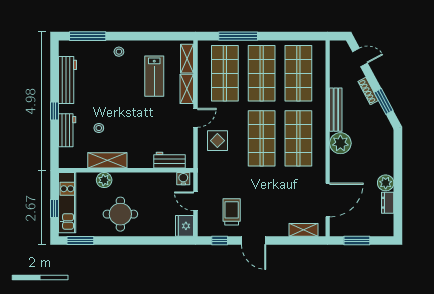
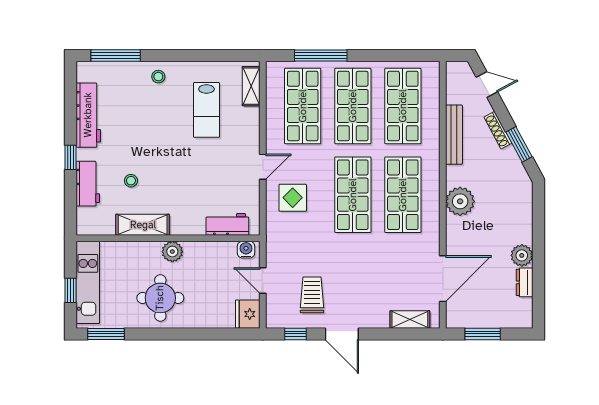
shelving: (187, 89) -> (251, 127), removed
bench: (336, 110) -> (454, 135), moved
plant: (104, 180) -> (172, 252), moved

